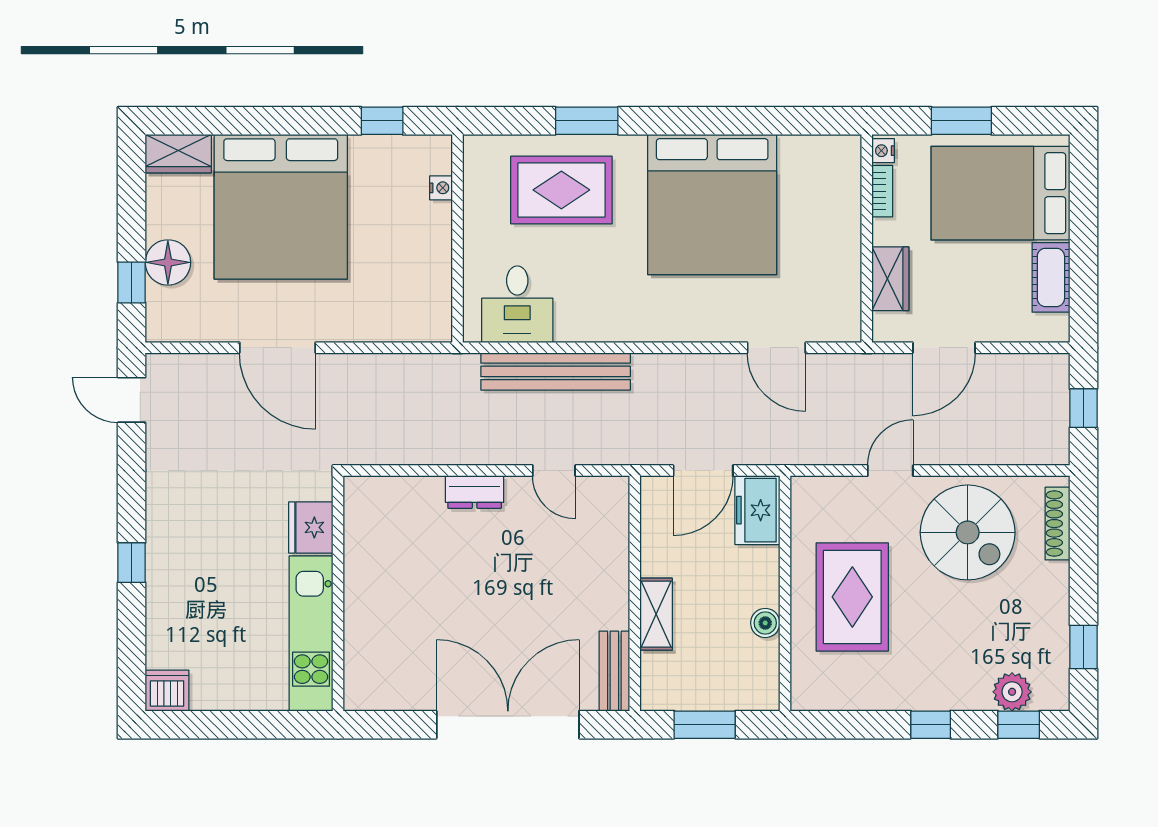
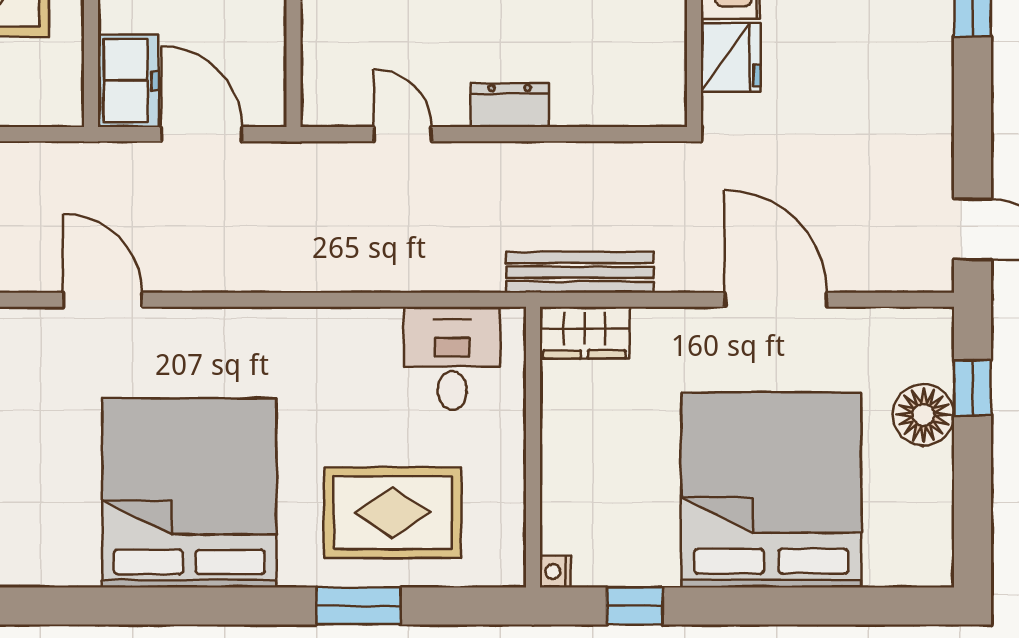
wardrobe: (178, 154) -> (584, 333), moved, turned 180
nightstand: (441, 188) -> (555, 571), moved
bench: (556, 371) -> (580, 272), moved, width x0.73, depth x0.82
door: (703, 471) -> (202, 134), hinge flipped

